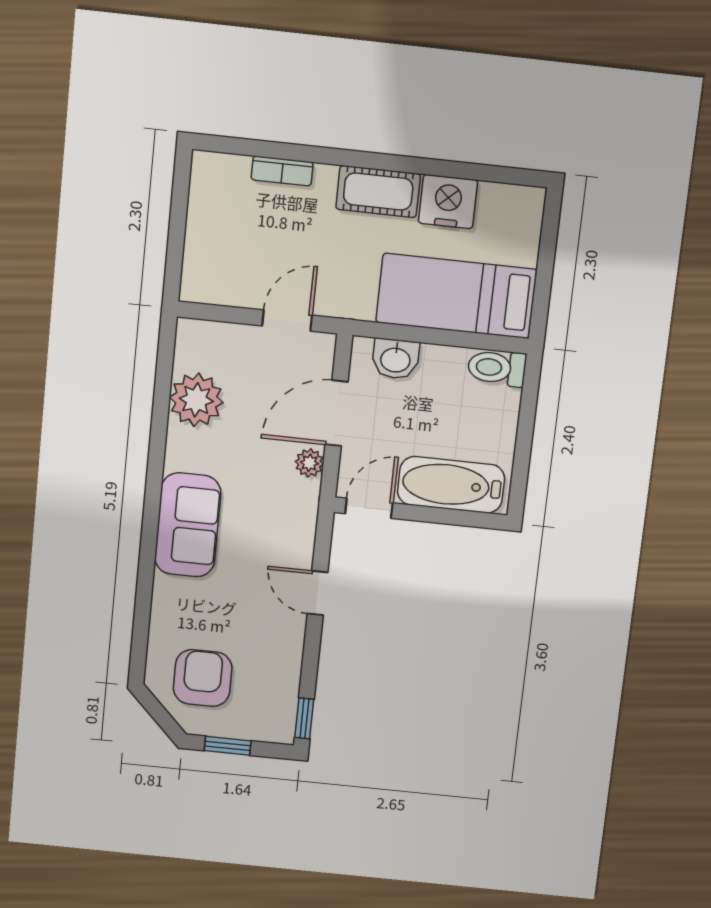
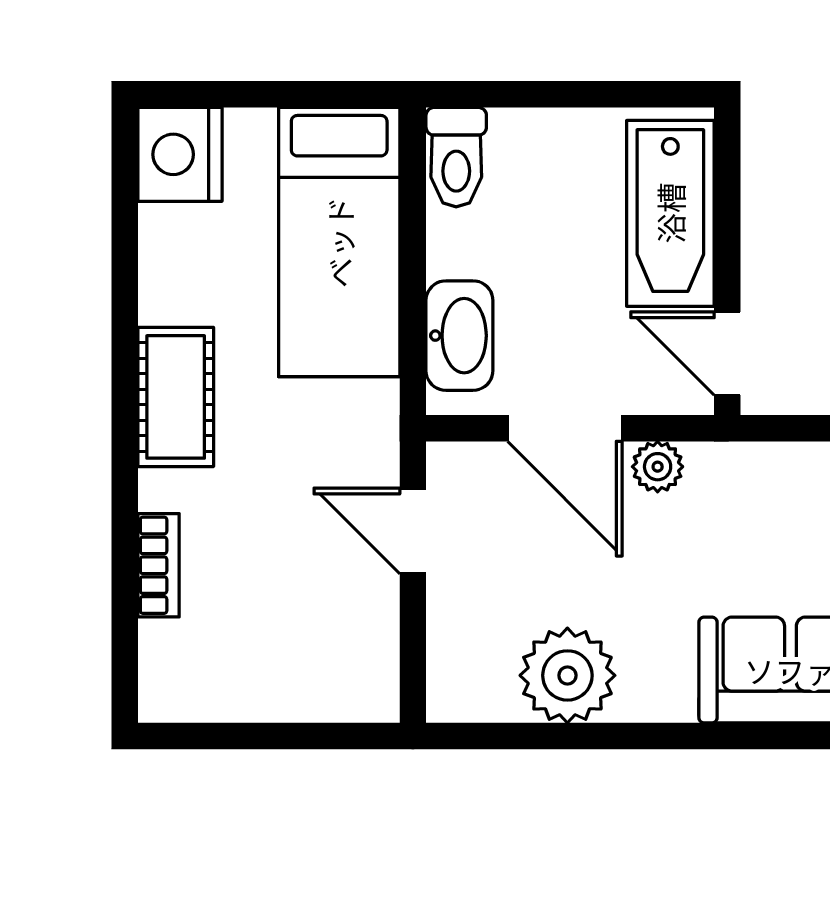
nightstand: (448, 202) -> (180, 154), moved
washbasin: (395, 359) -> (459, 336), width x1.38

